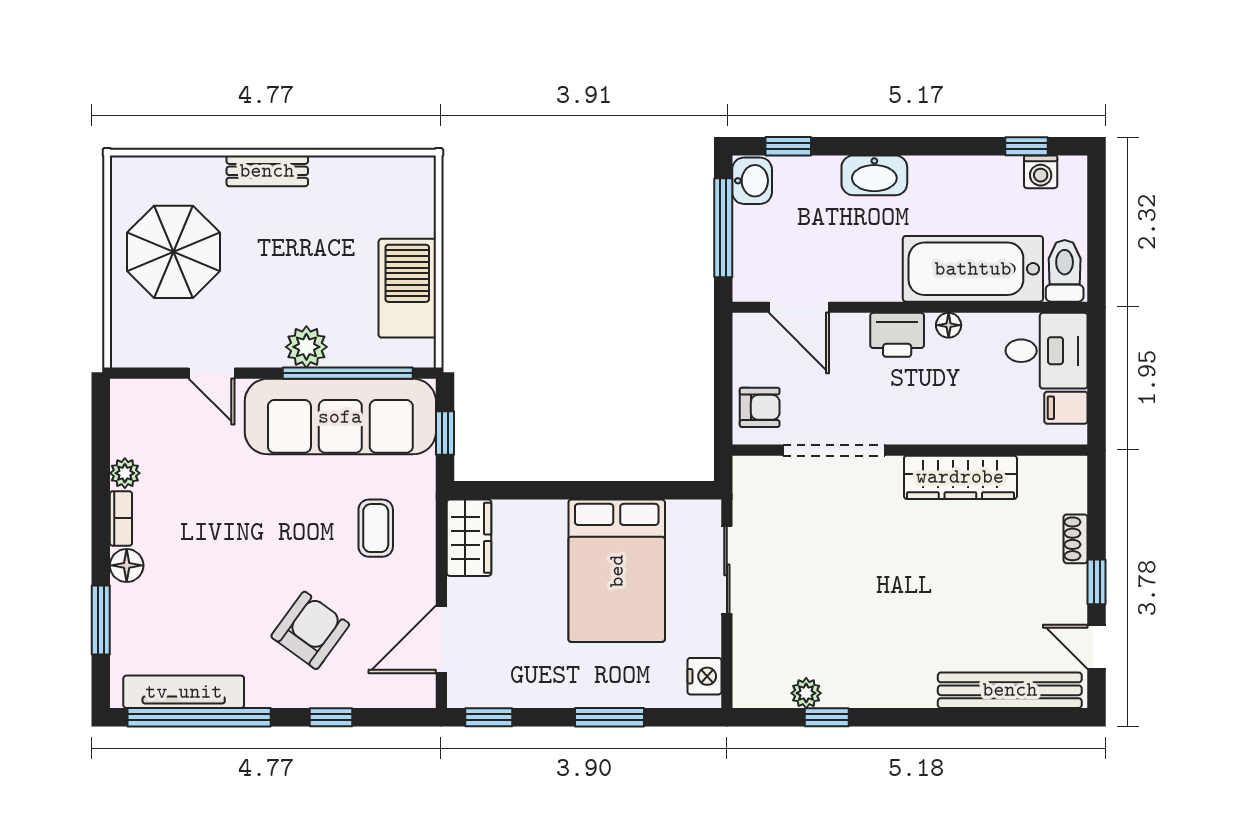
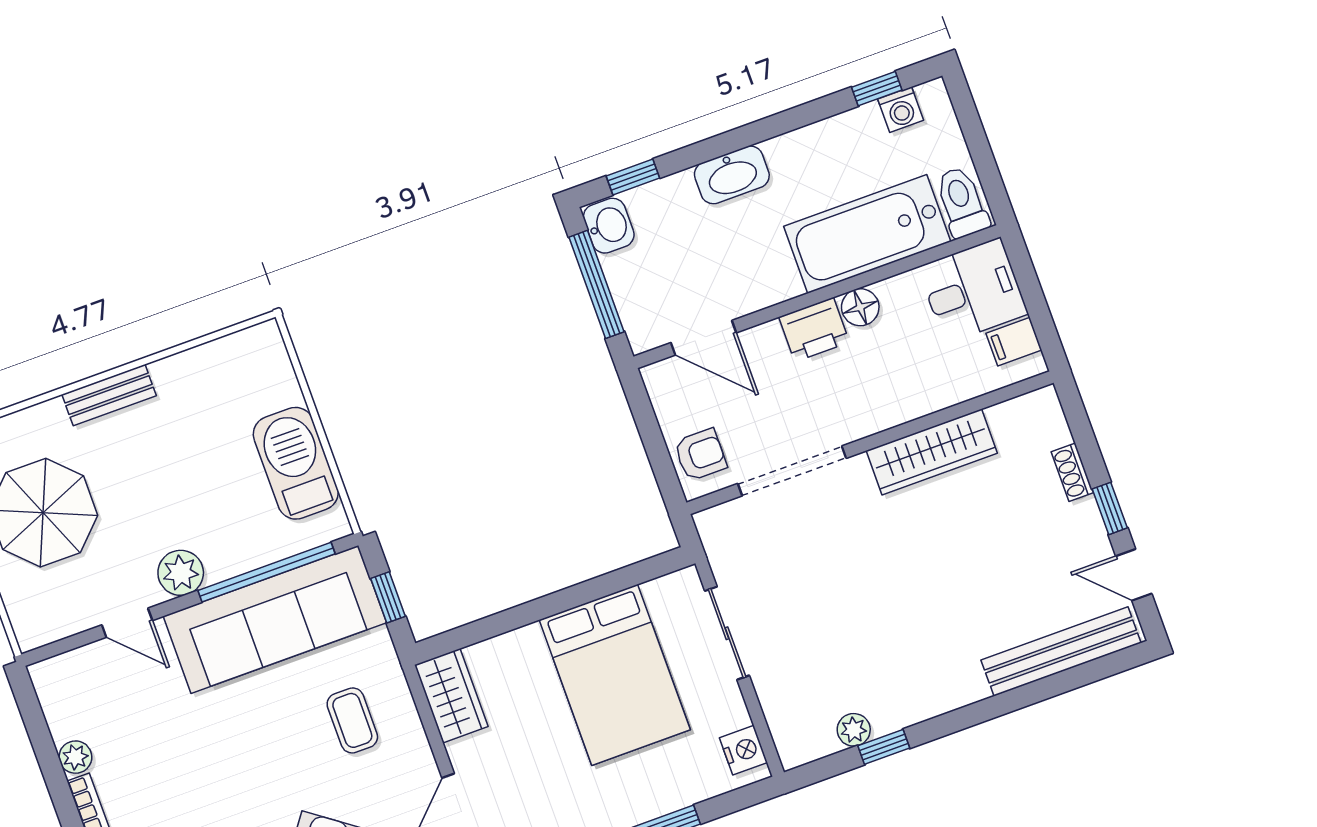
floor lamp: (949, 325) -> (860, 307), width x1.37, depth x1.37
plant: (306, 347) -> (181, 573), moved

